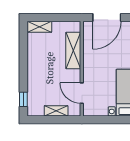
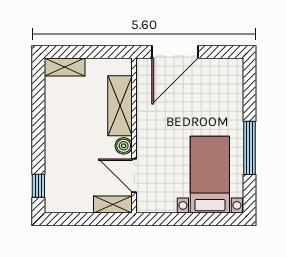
boiler: (75, 75) -> (124, 146), added
shelving: (56, 111) -> (113, 205), moved

